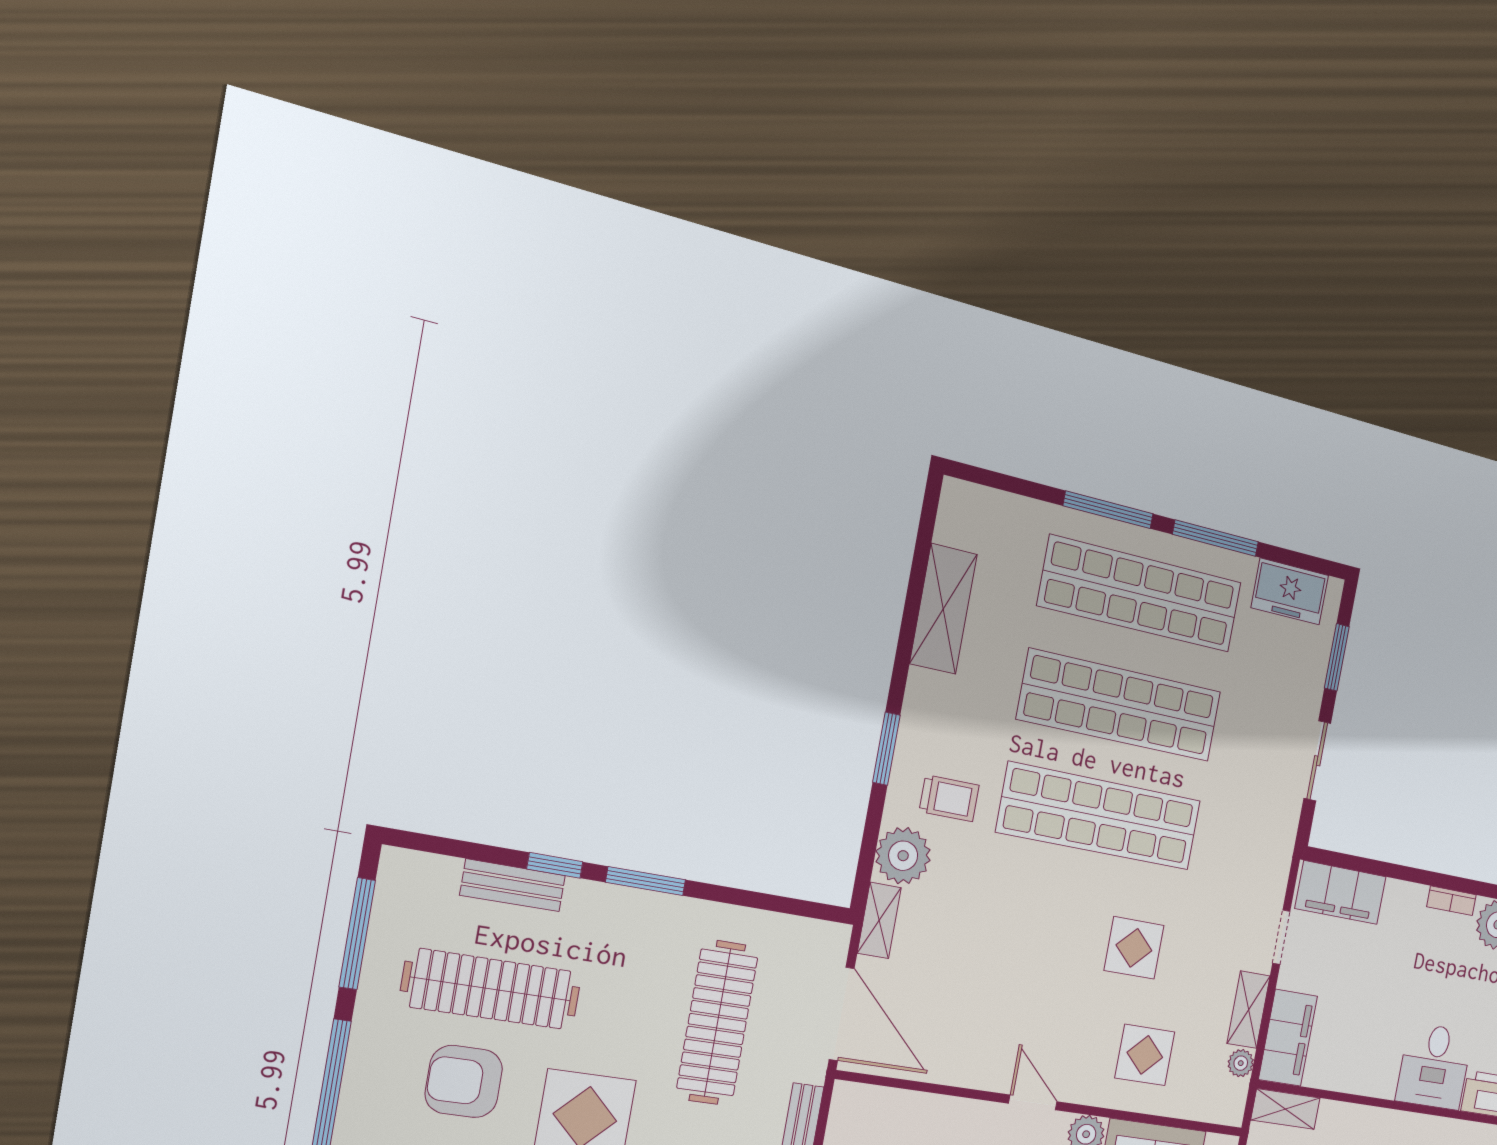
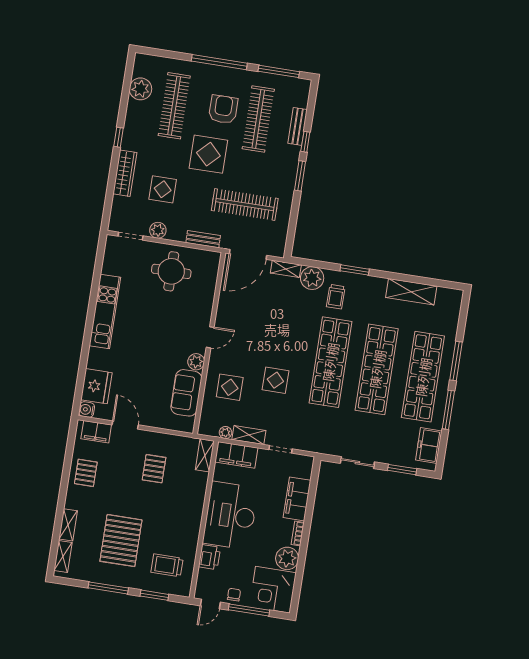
filing cabinet: (1341, 892) -> (297, 499), moved
desk: (1434, 1066) -> (230, 516), width x1.87, depth x1.30

